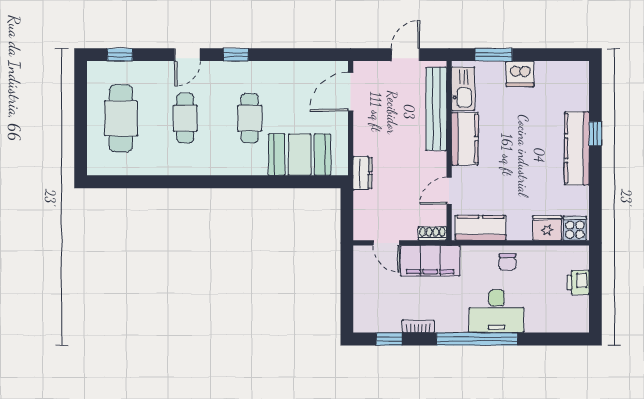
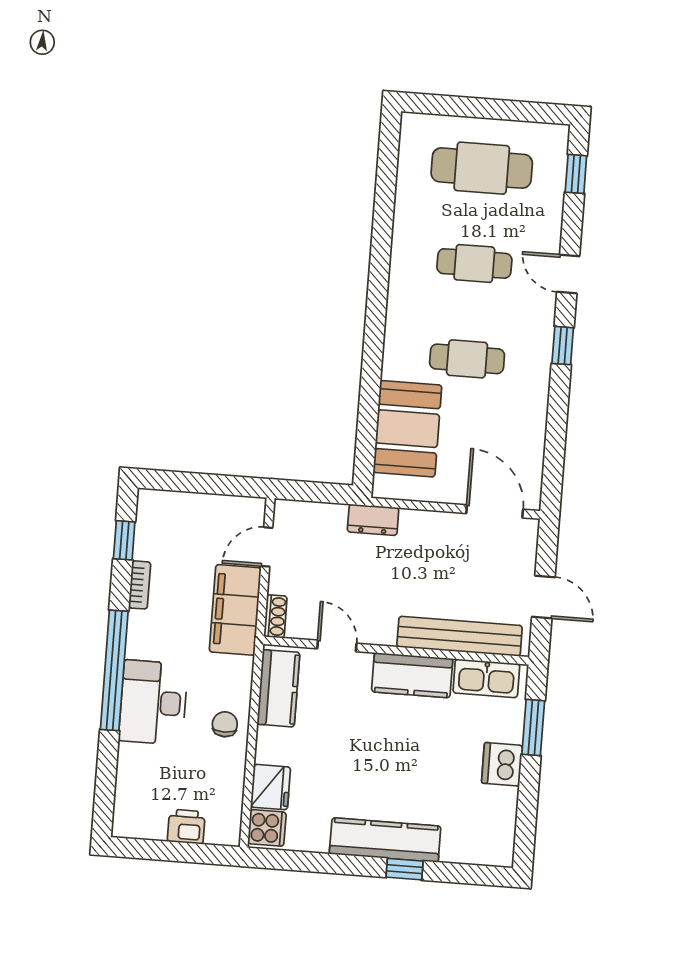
chair: (507, 262) -> (225, 724), turned 90

